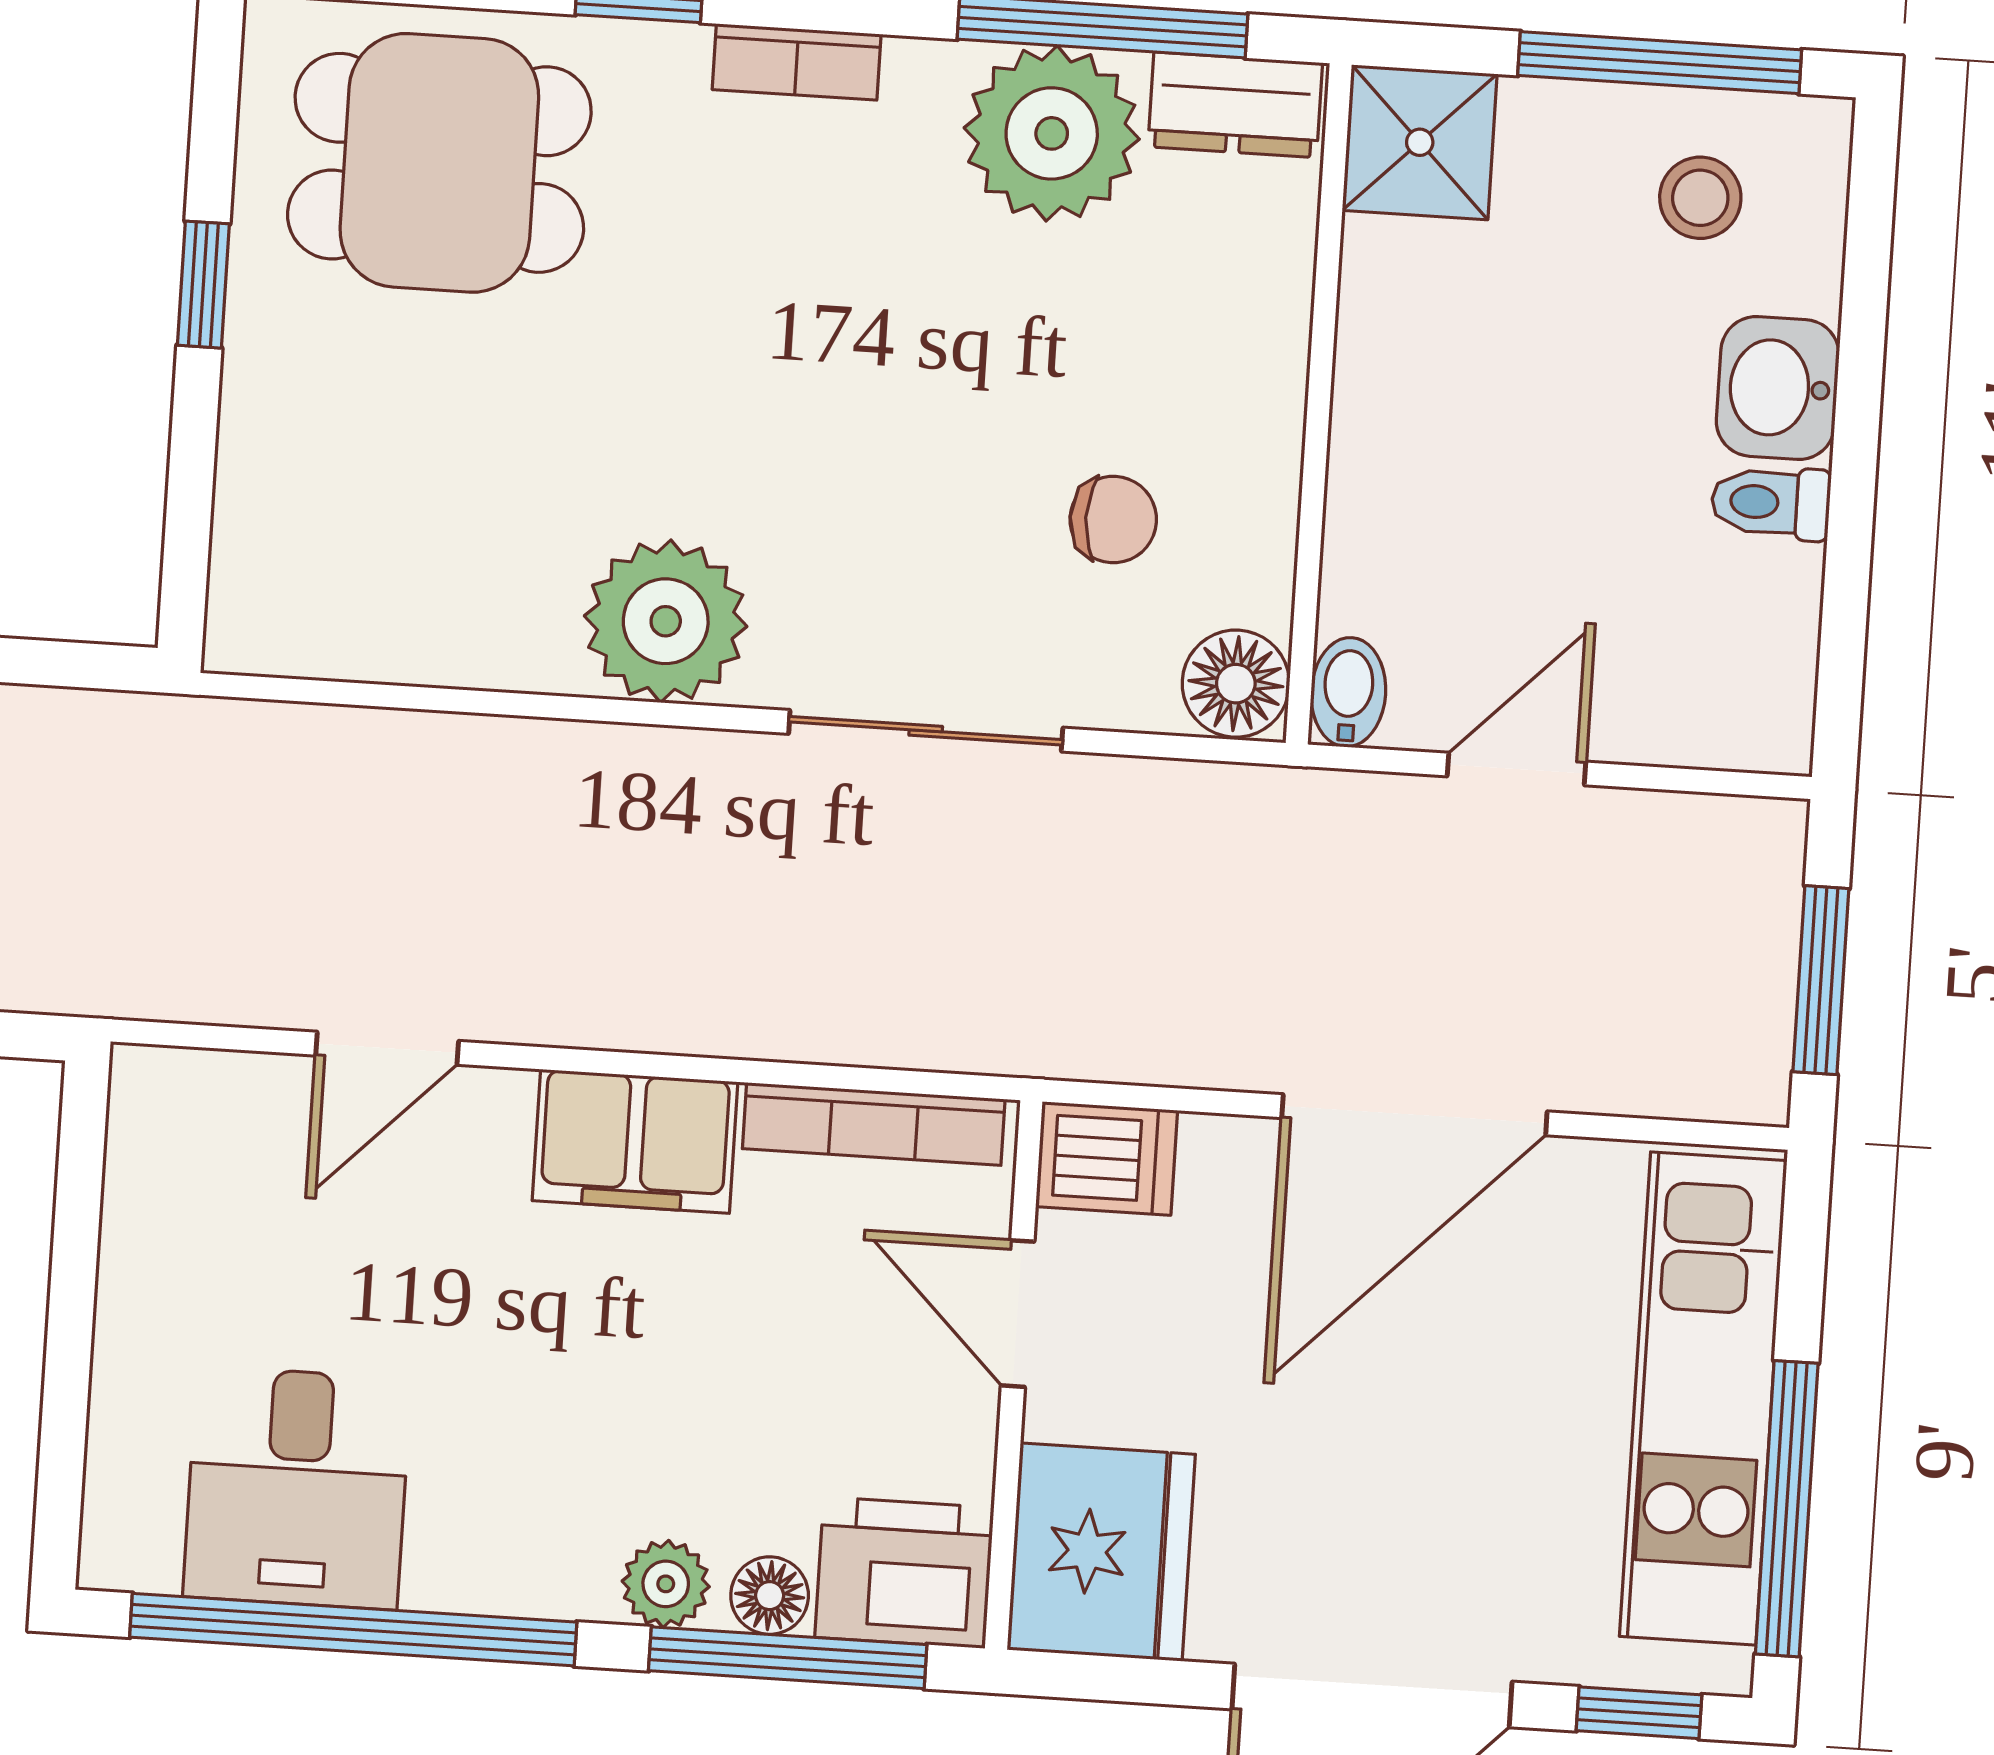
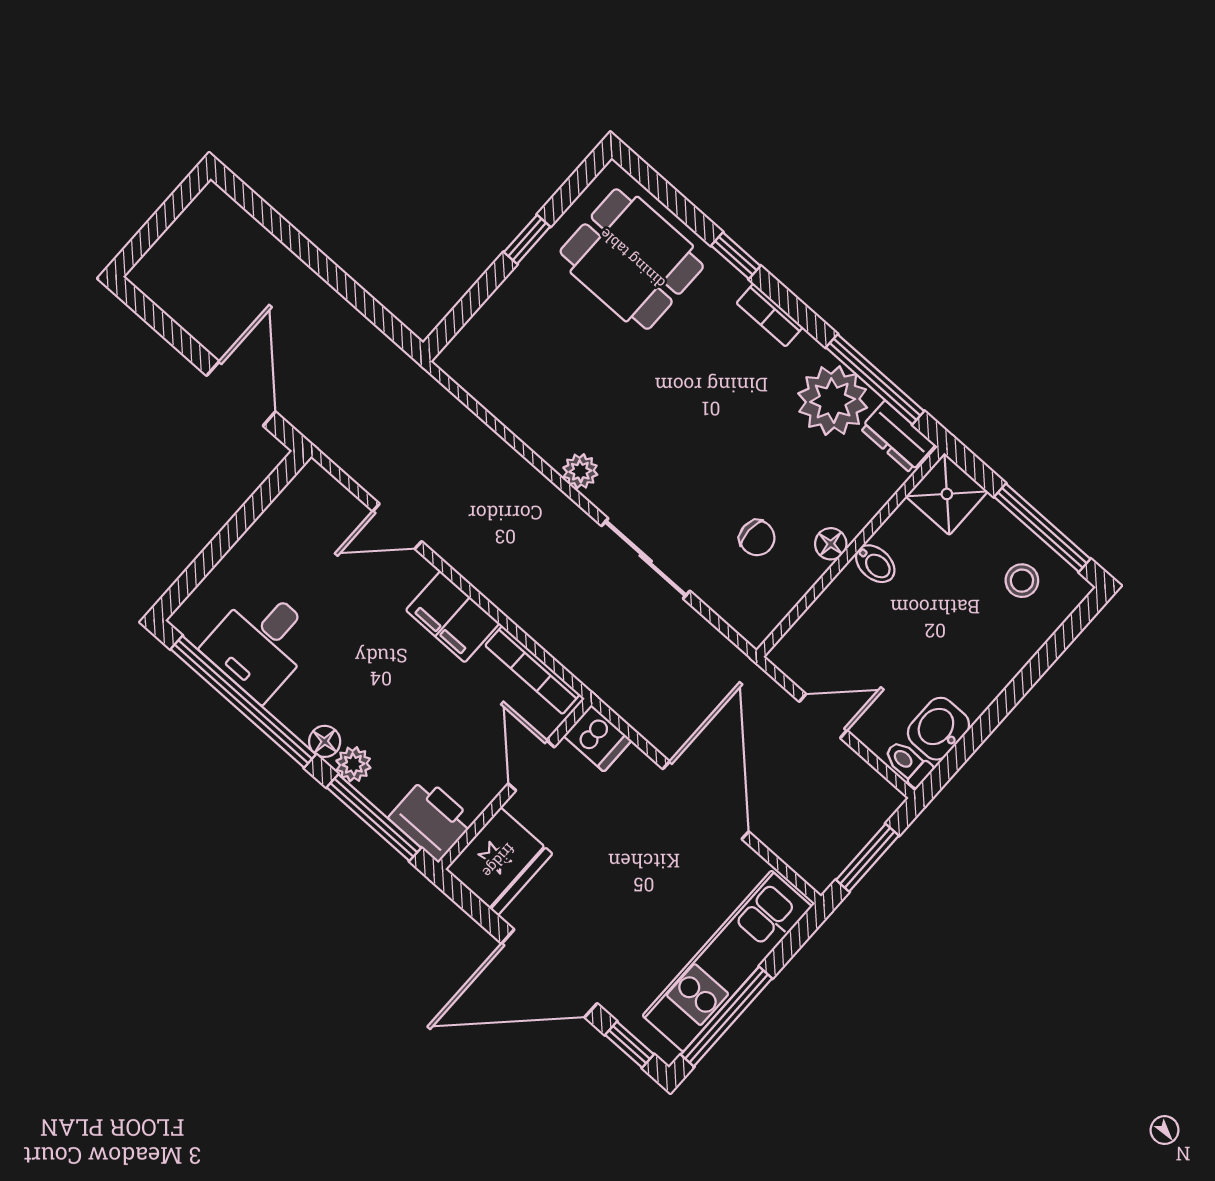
washbasin: (1778, 388) -> (938, 729), moved
toilet: (1771, 503) -> (908, 763), moved
plant: (666, 621) -> (580, 471), width x0.53, depth x0.53
floor lamp: (1236, 684) -> (831, 544), moved, width x0.73, depth x0.73
bidet: (1348, 692) -> (875, 564), moved, turned 90
door: (1414, 1115) -> (706, 800), swing flipped
floor lamp: (770, 1596) -> (325, 741), moved

